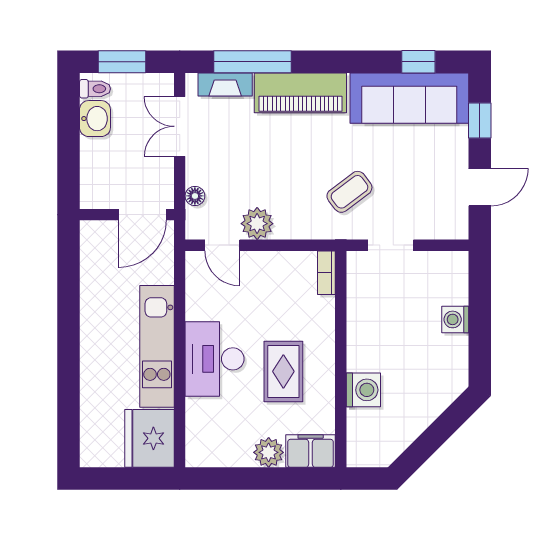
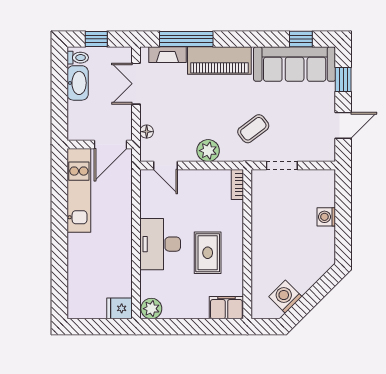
window: (122, 62) -> (96, 39), width x0.67
washbasin: (95, 119) -> (78, 83), width x1.38
plant: (257, 224) -> (208, 151), moved
kitchen unit: (157, 346) -> (79, 190), moved, turned 180
washing machine: (363, 390) -> (285, 297), moved, turned -135
fridge: (150, 438) -> (120, 308), width x0.53, depth x0.75
plant: (269, 452) -> (151, 309), moved

